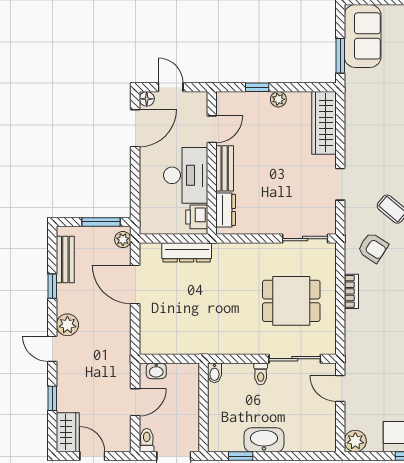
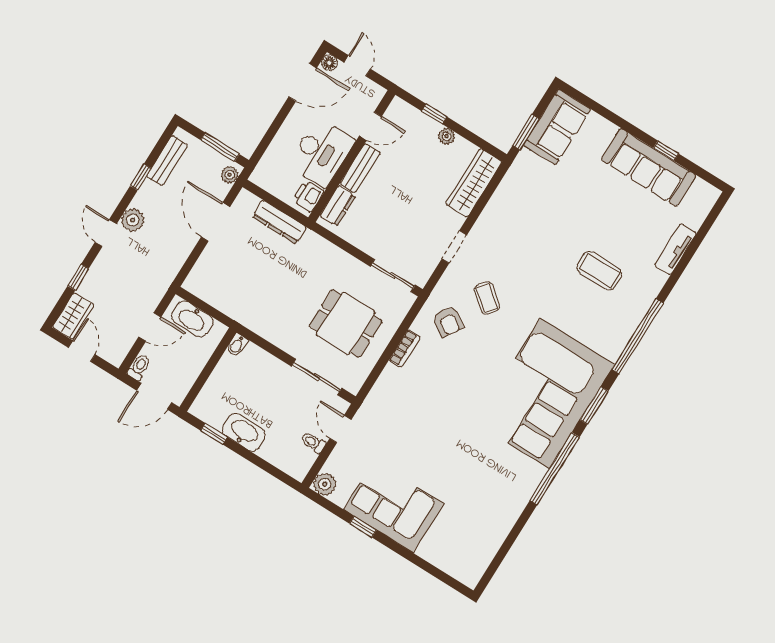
washbasin: (156, 371) -> (192, 319), width x1.91, depth x1.45
toilet: (261, 374) -> (313, 442), moved, turned 90

